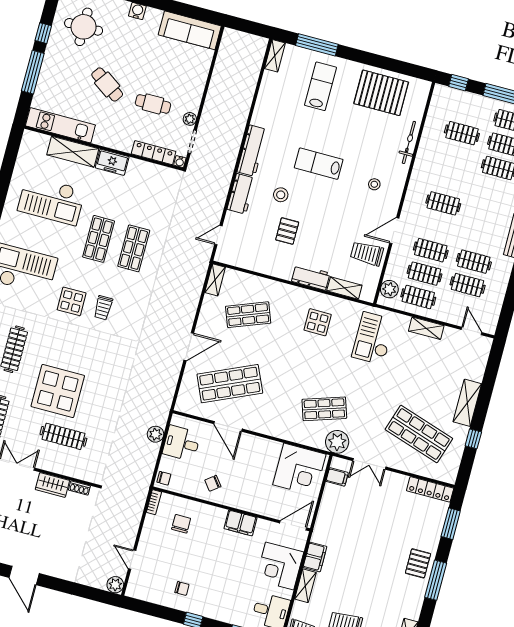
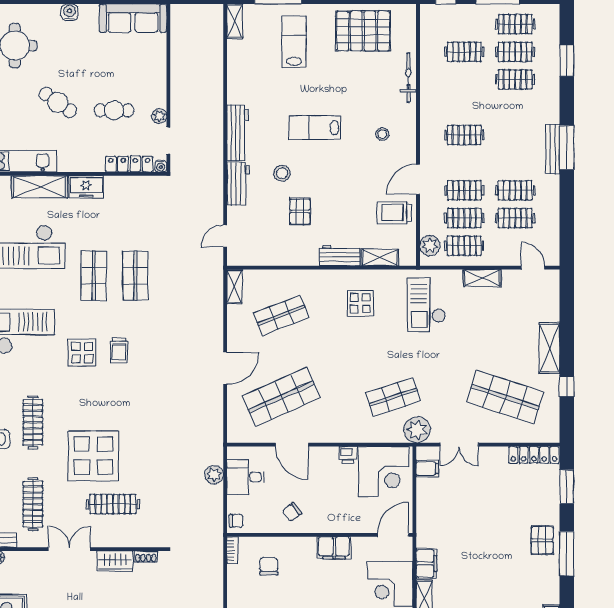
printer: (273, 447) -> (348, 455), added

